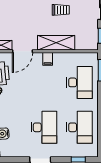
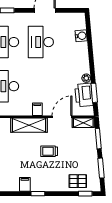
trolley: (61, 10) -> (49, 151), moved

